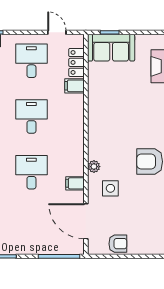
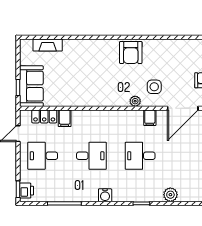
desk: (31, 116) -> (91, 156), turned 180

